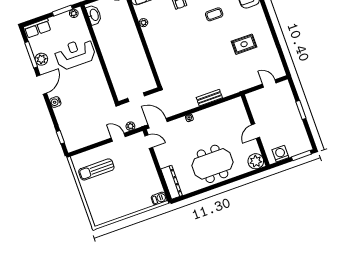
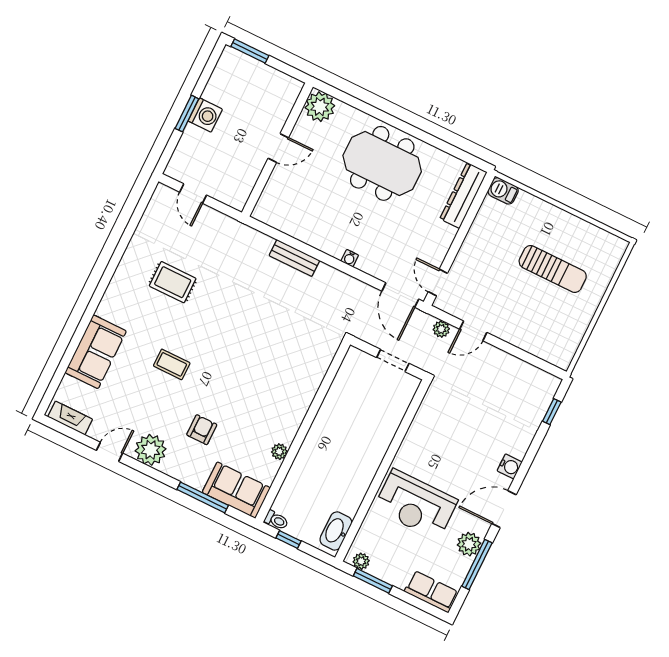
door: (118, 137) -> (473, 331), hinge flipped
washing machine: (280, 154) -> (205, 115), moved, turned -90
sun lounger: (96, 169) -> (553, 269), moved

